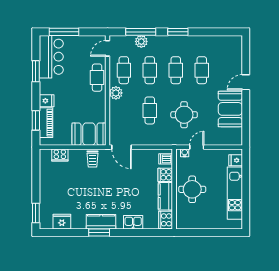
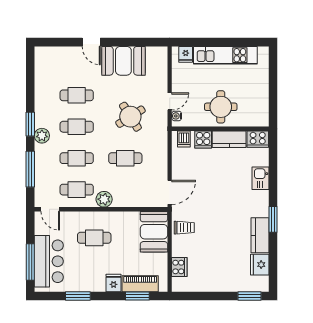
plant: (141, 41) -> (42, 136), moved
bar counter: (51, 57) -> (49, 261), moved, turned 90
cafe table: (97, 78) -> (94, 238), moved
round table: (184, 115) -> (130, 117), turned -32
door: (197, 147) -> (170, 101), swing flipped
kitchen counter: (101, 222) -> (260, 235), moved

